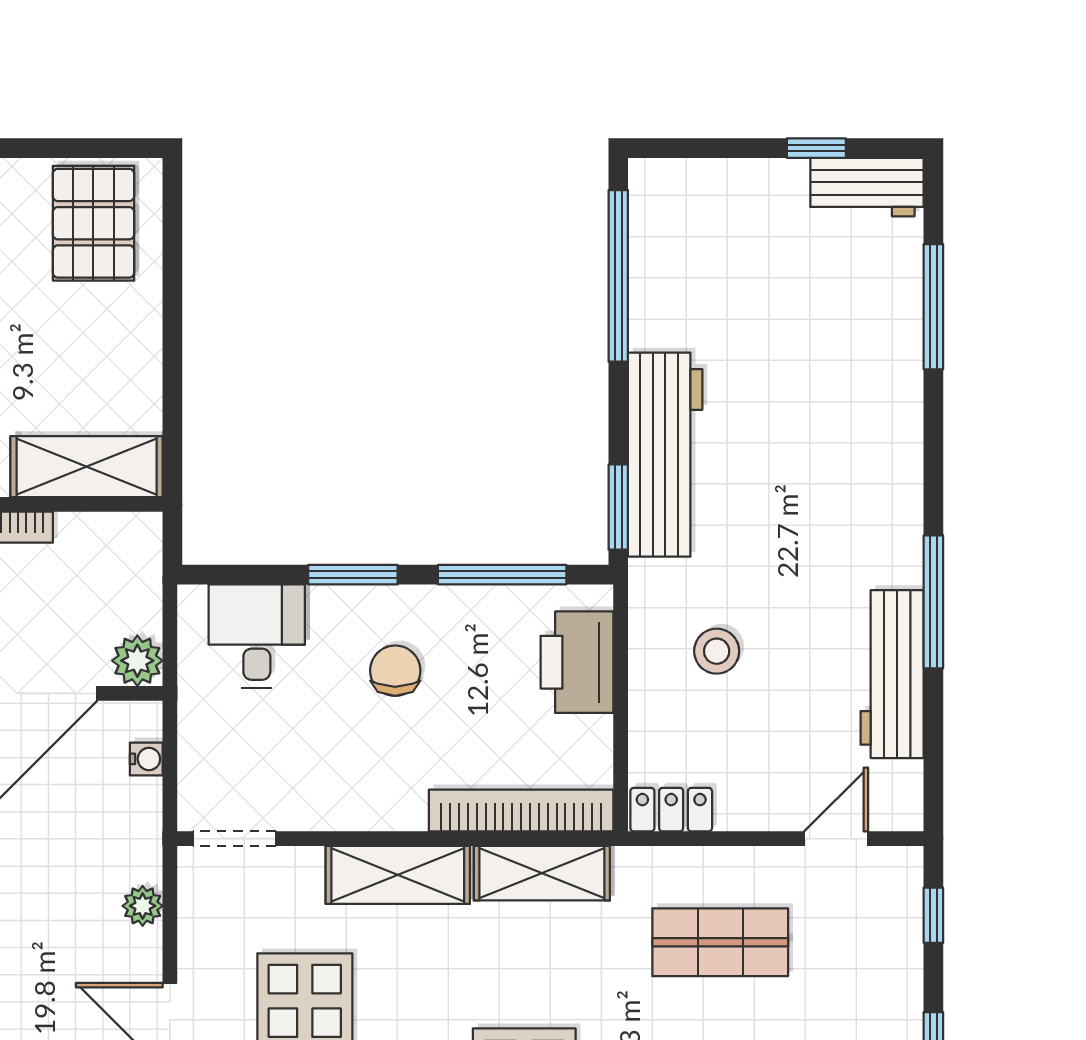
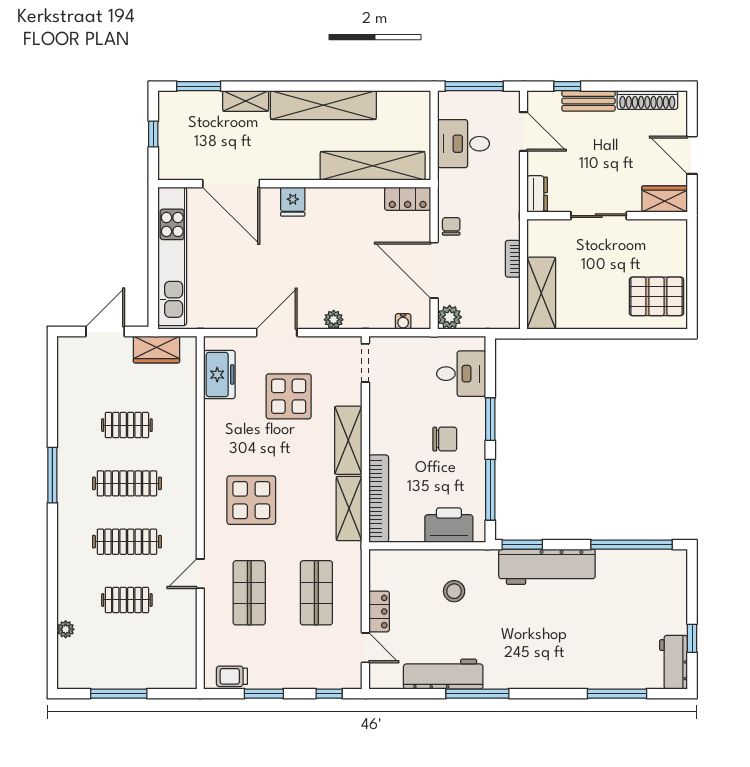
locker: (671, 810) -> (379, 612), moved

